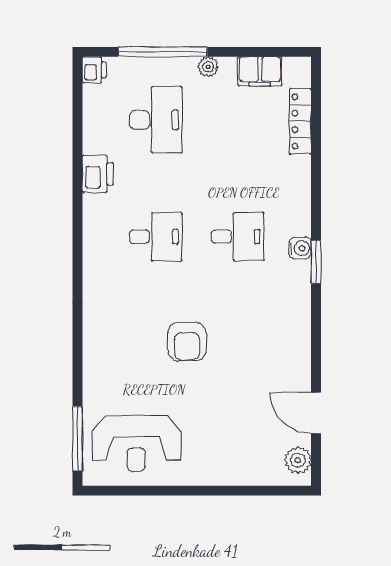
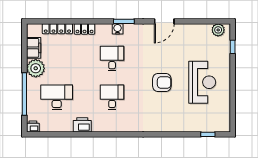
plant: (208, 67) -> (36, 68), width x1.88, depth x1.88
locker: (300, 179) -> (85, 29), added
door: (316, 413) -> (164, 21), moved
window: (78, 439) -> (208, 134), width x0.46
reception desk: (136, 443) -> (202, 82), moved
window: (262, 491) -> (233, 47), added

